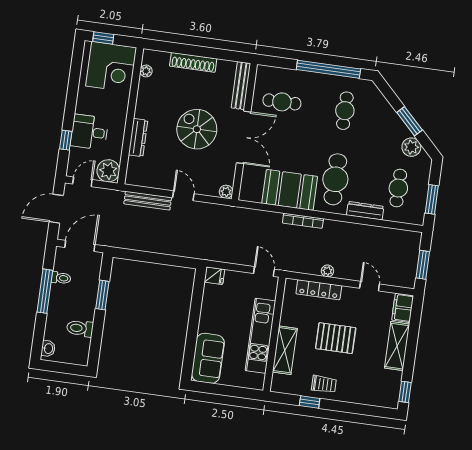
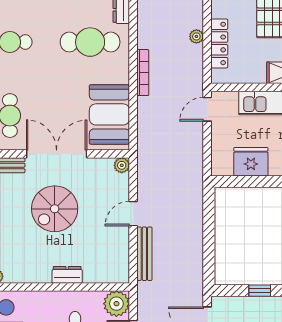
dresser: (138, 138) -> (67, 275), width x0.70
booth: (290, 190) -> (109, 114), moved
fridge: (214, 276) -> (251, 162), moved, width x1.88, depth x1.34
window: (102, 295) -> (260, 291), width x0.67

